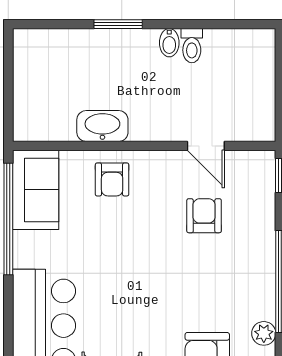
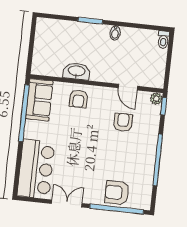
toilet: (192, 46) -> (163, 40), moved
plant: (264, 333) -> (156, 99), moved

